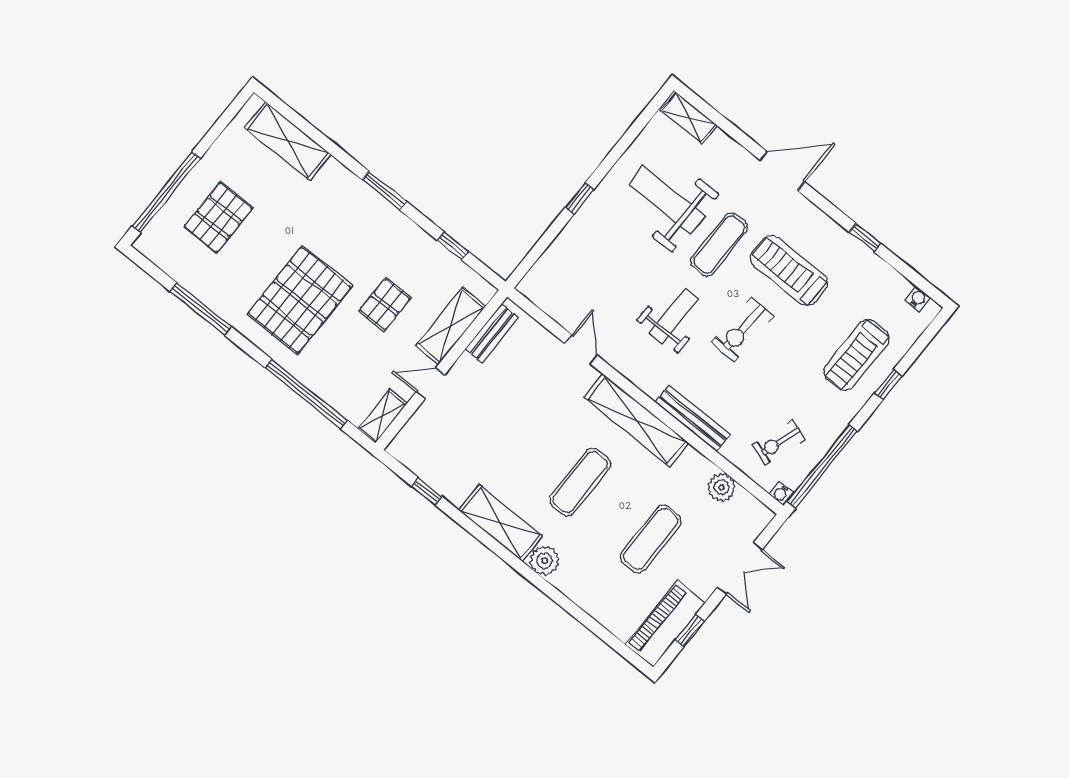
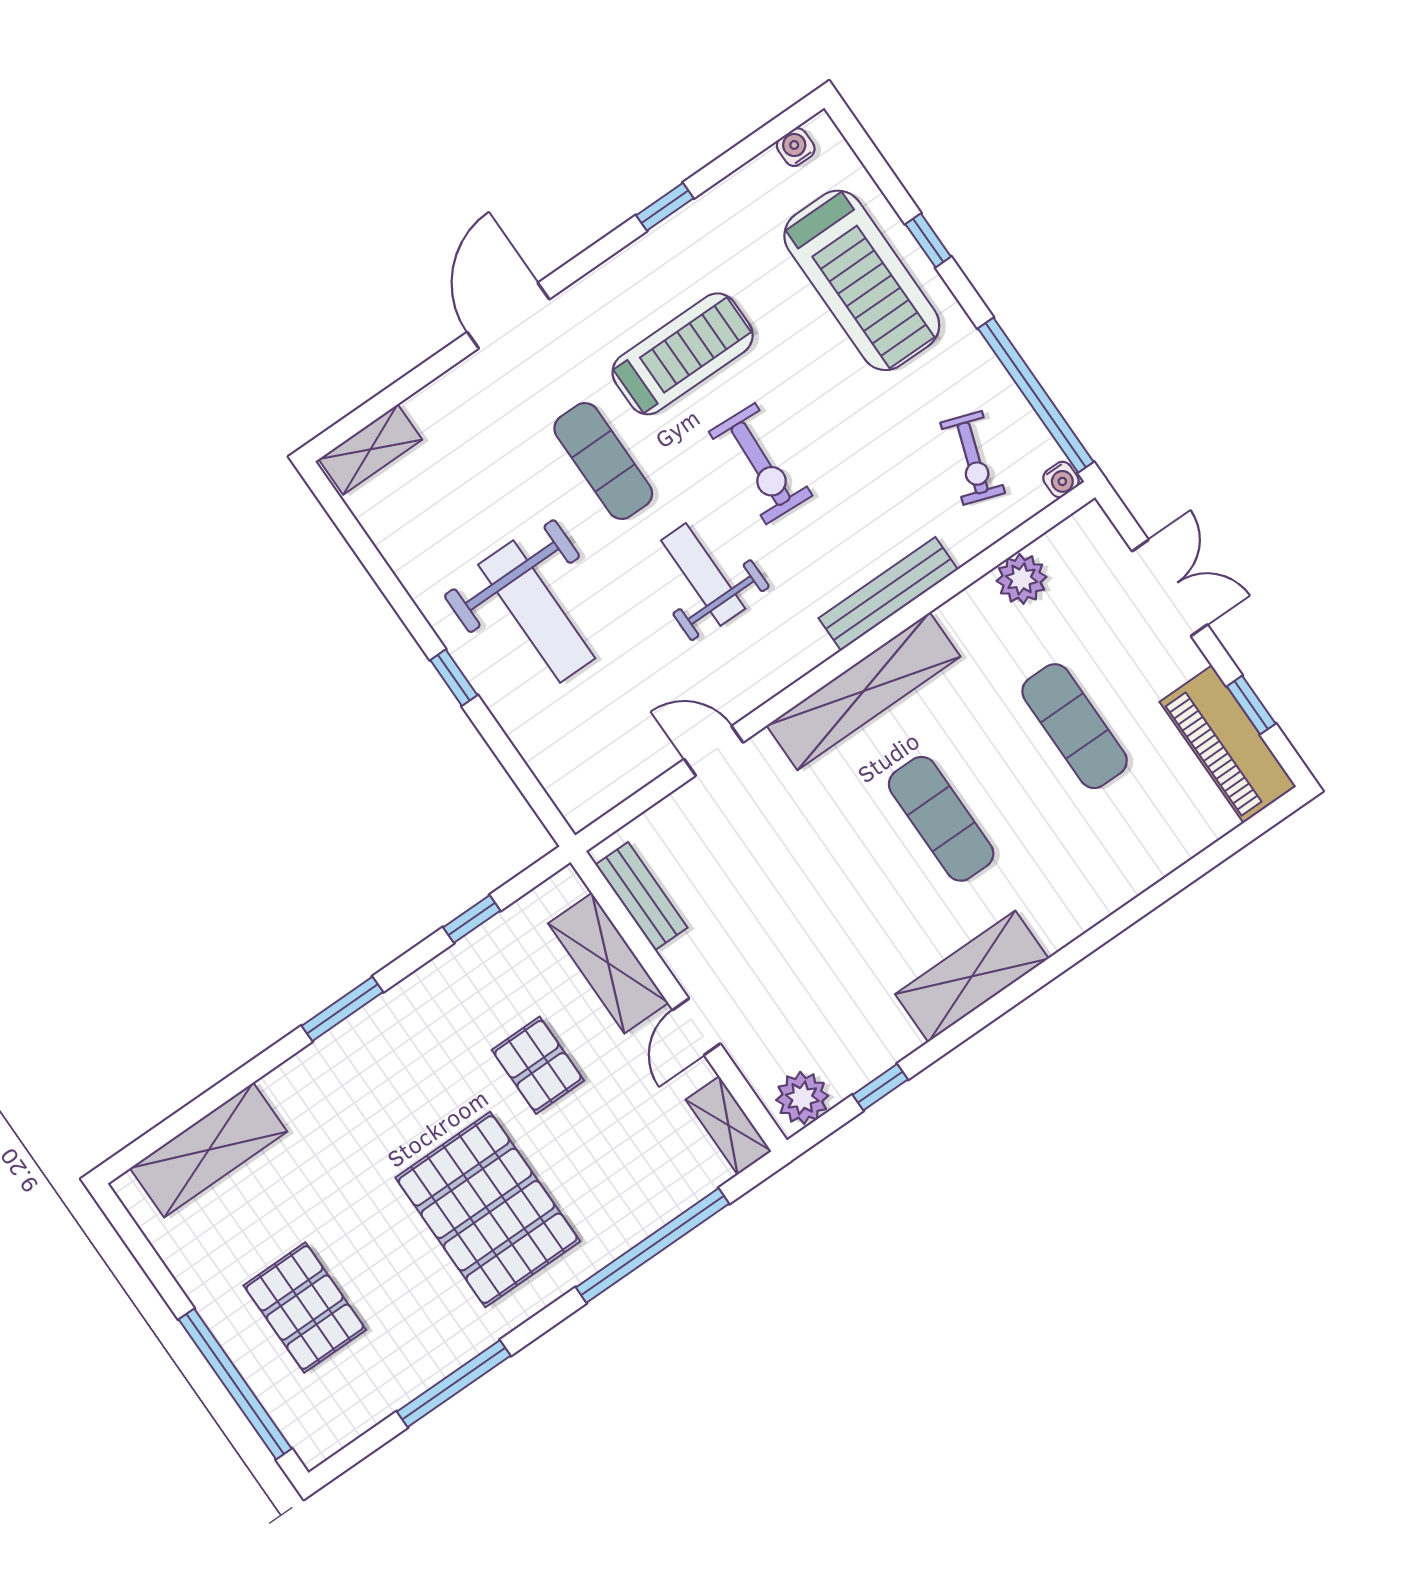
weight bench: (667, 200) -> (537, 612), moved, turned -90
treadmill: (789, 270) -> (683, 354), turned 180
treadmill: (857, 355) -> (862, 280), width x1.37, depth x1.38
plant: (544, 561) -> (802, 1098), moved

